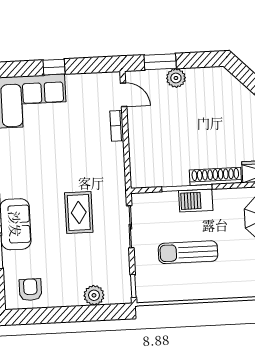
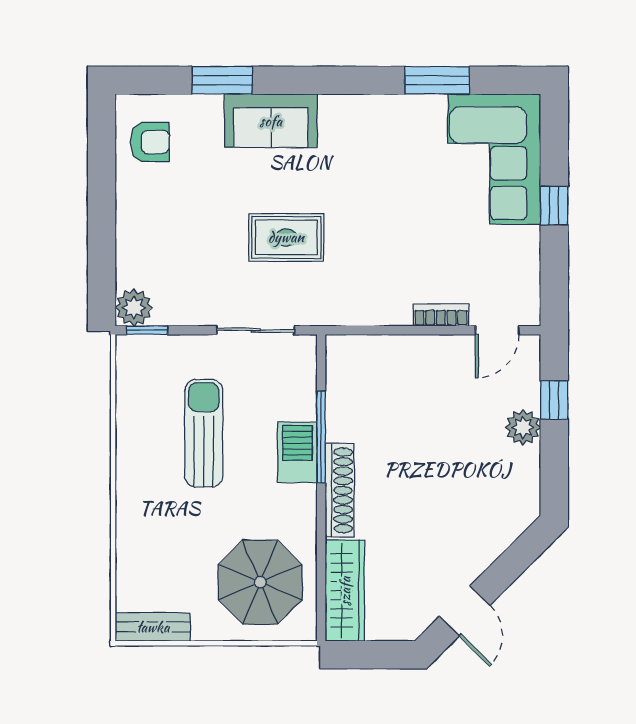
window: (160, 62) -> (554, 400), width x0.67
plant: (94, 295) -> (134, 307), moved

